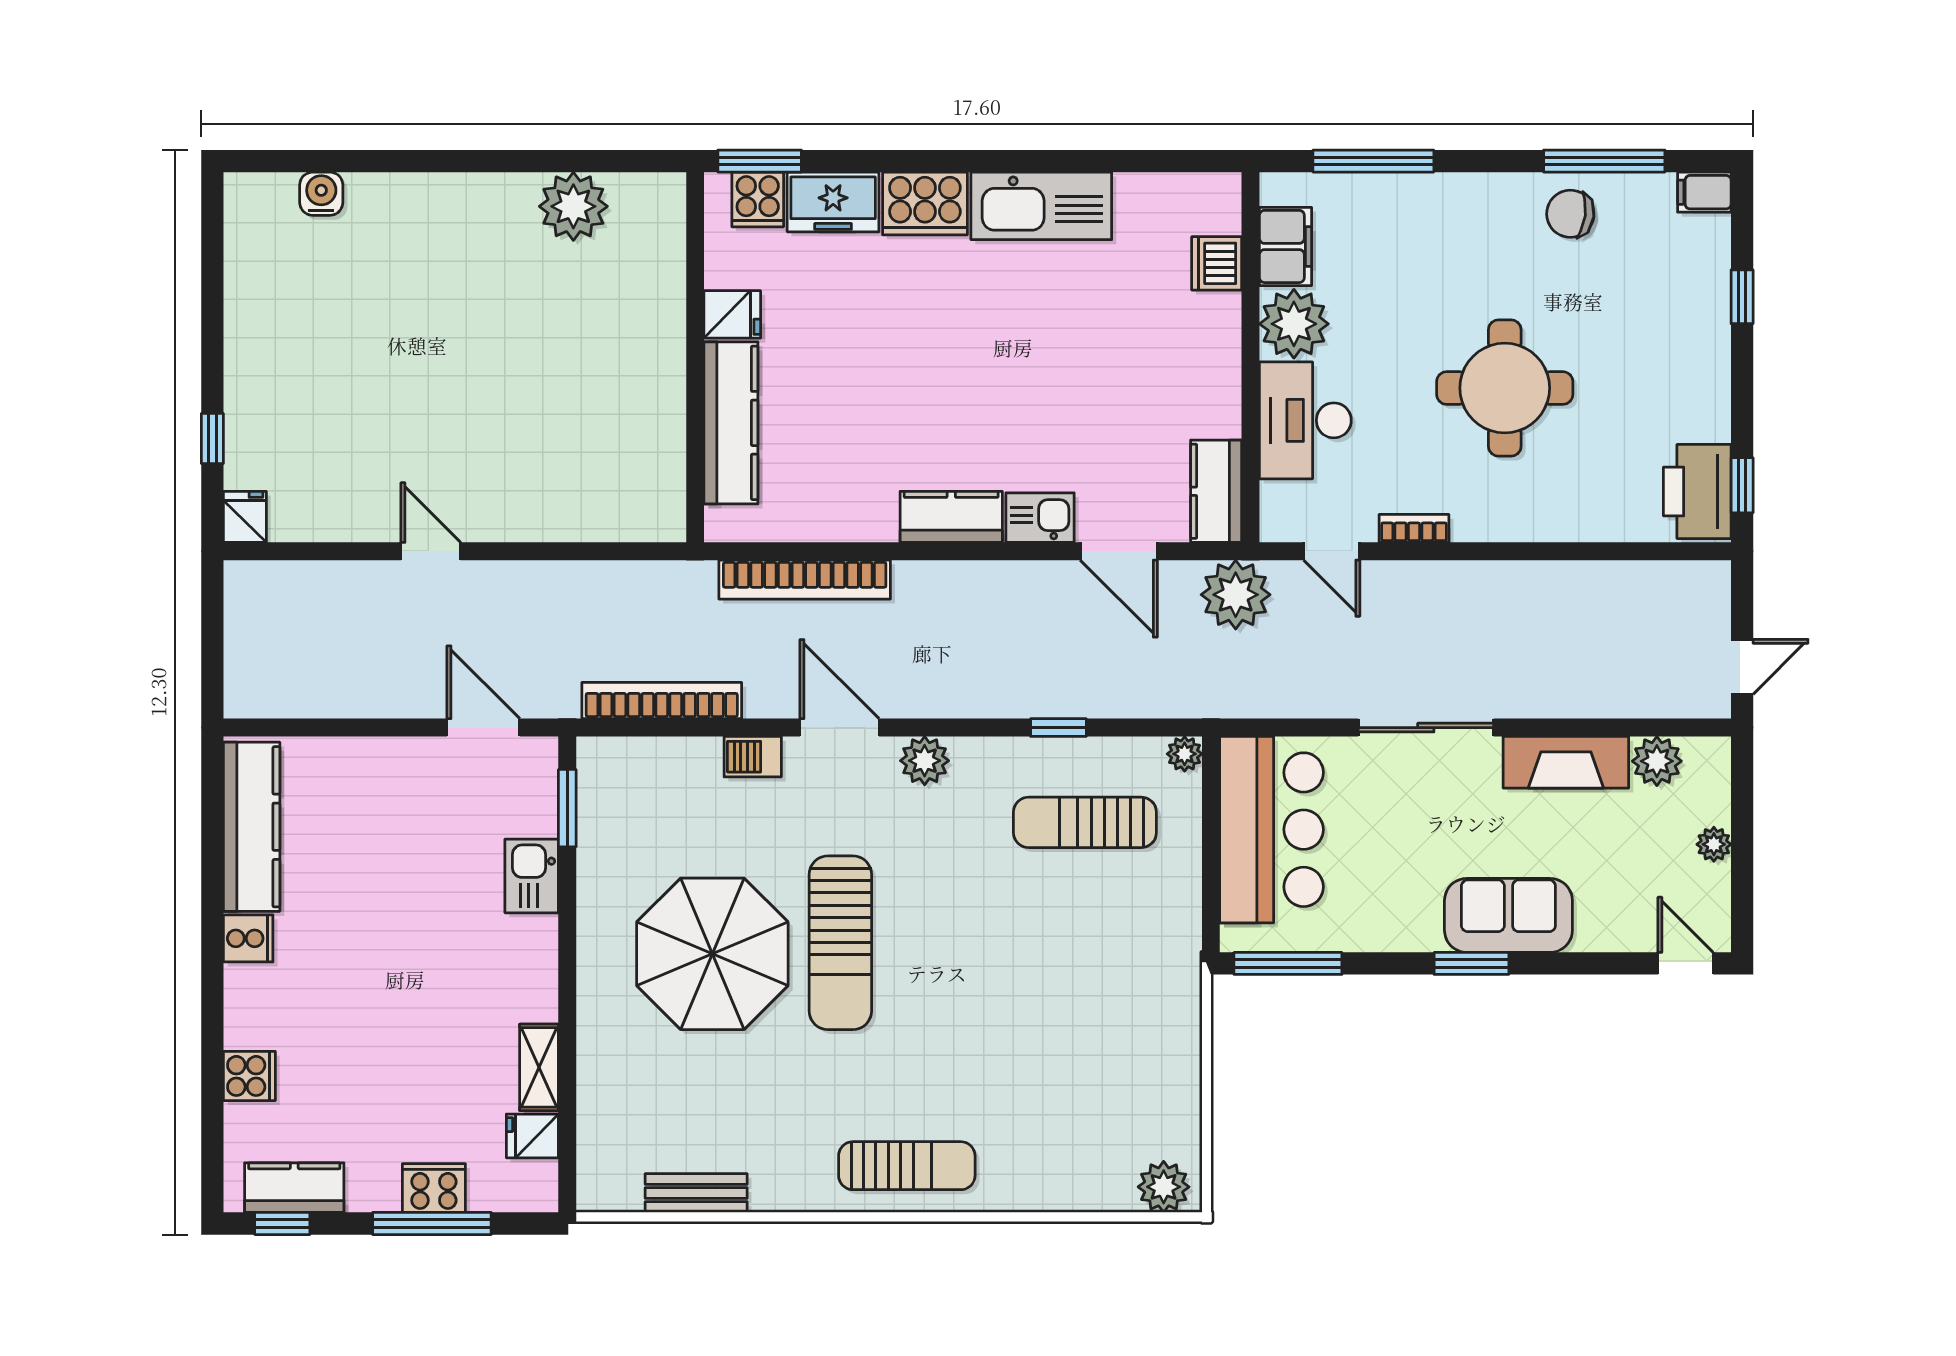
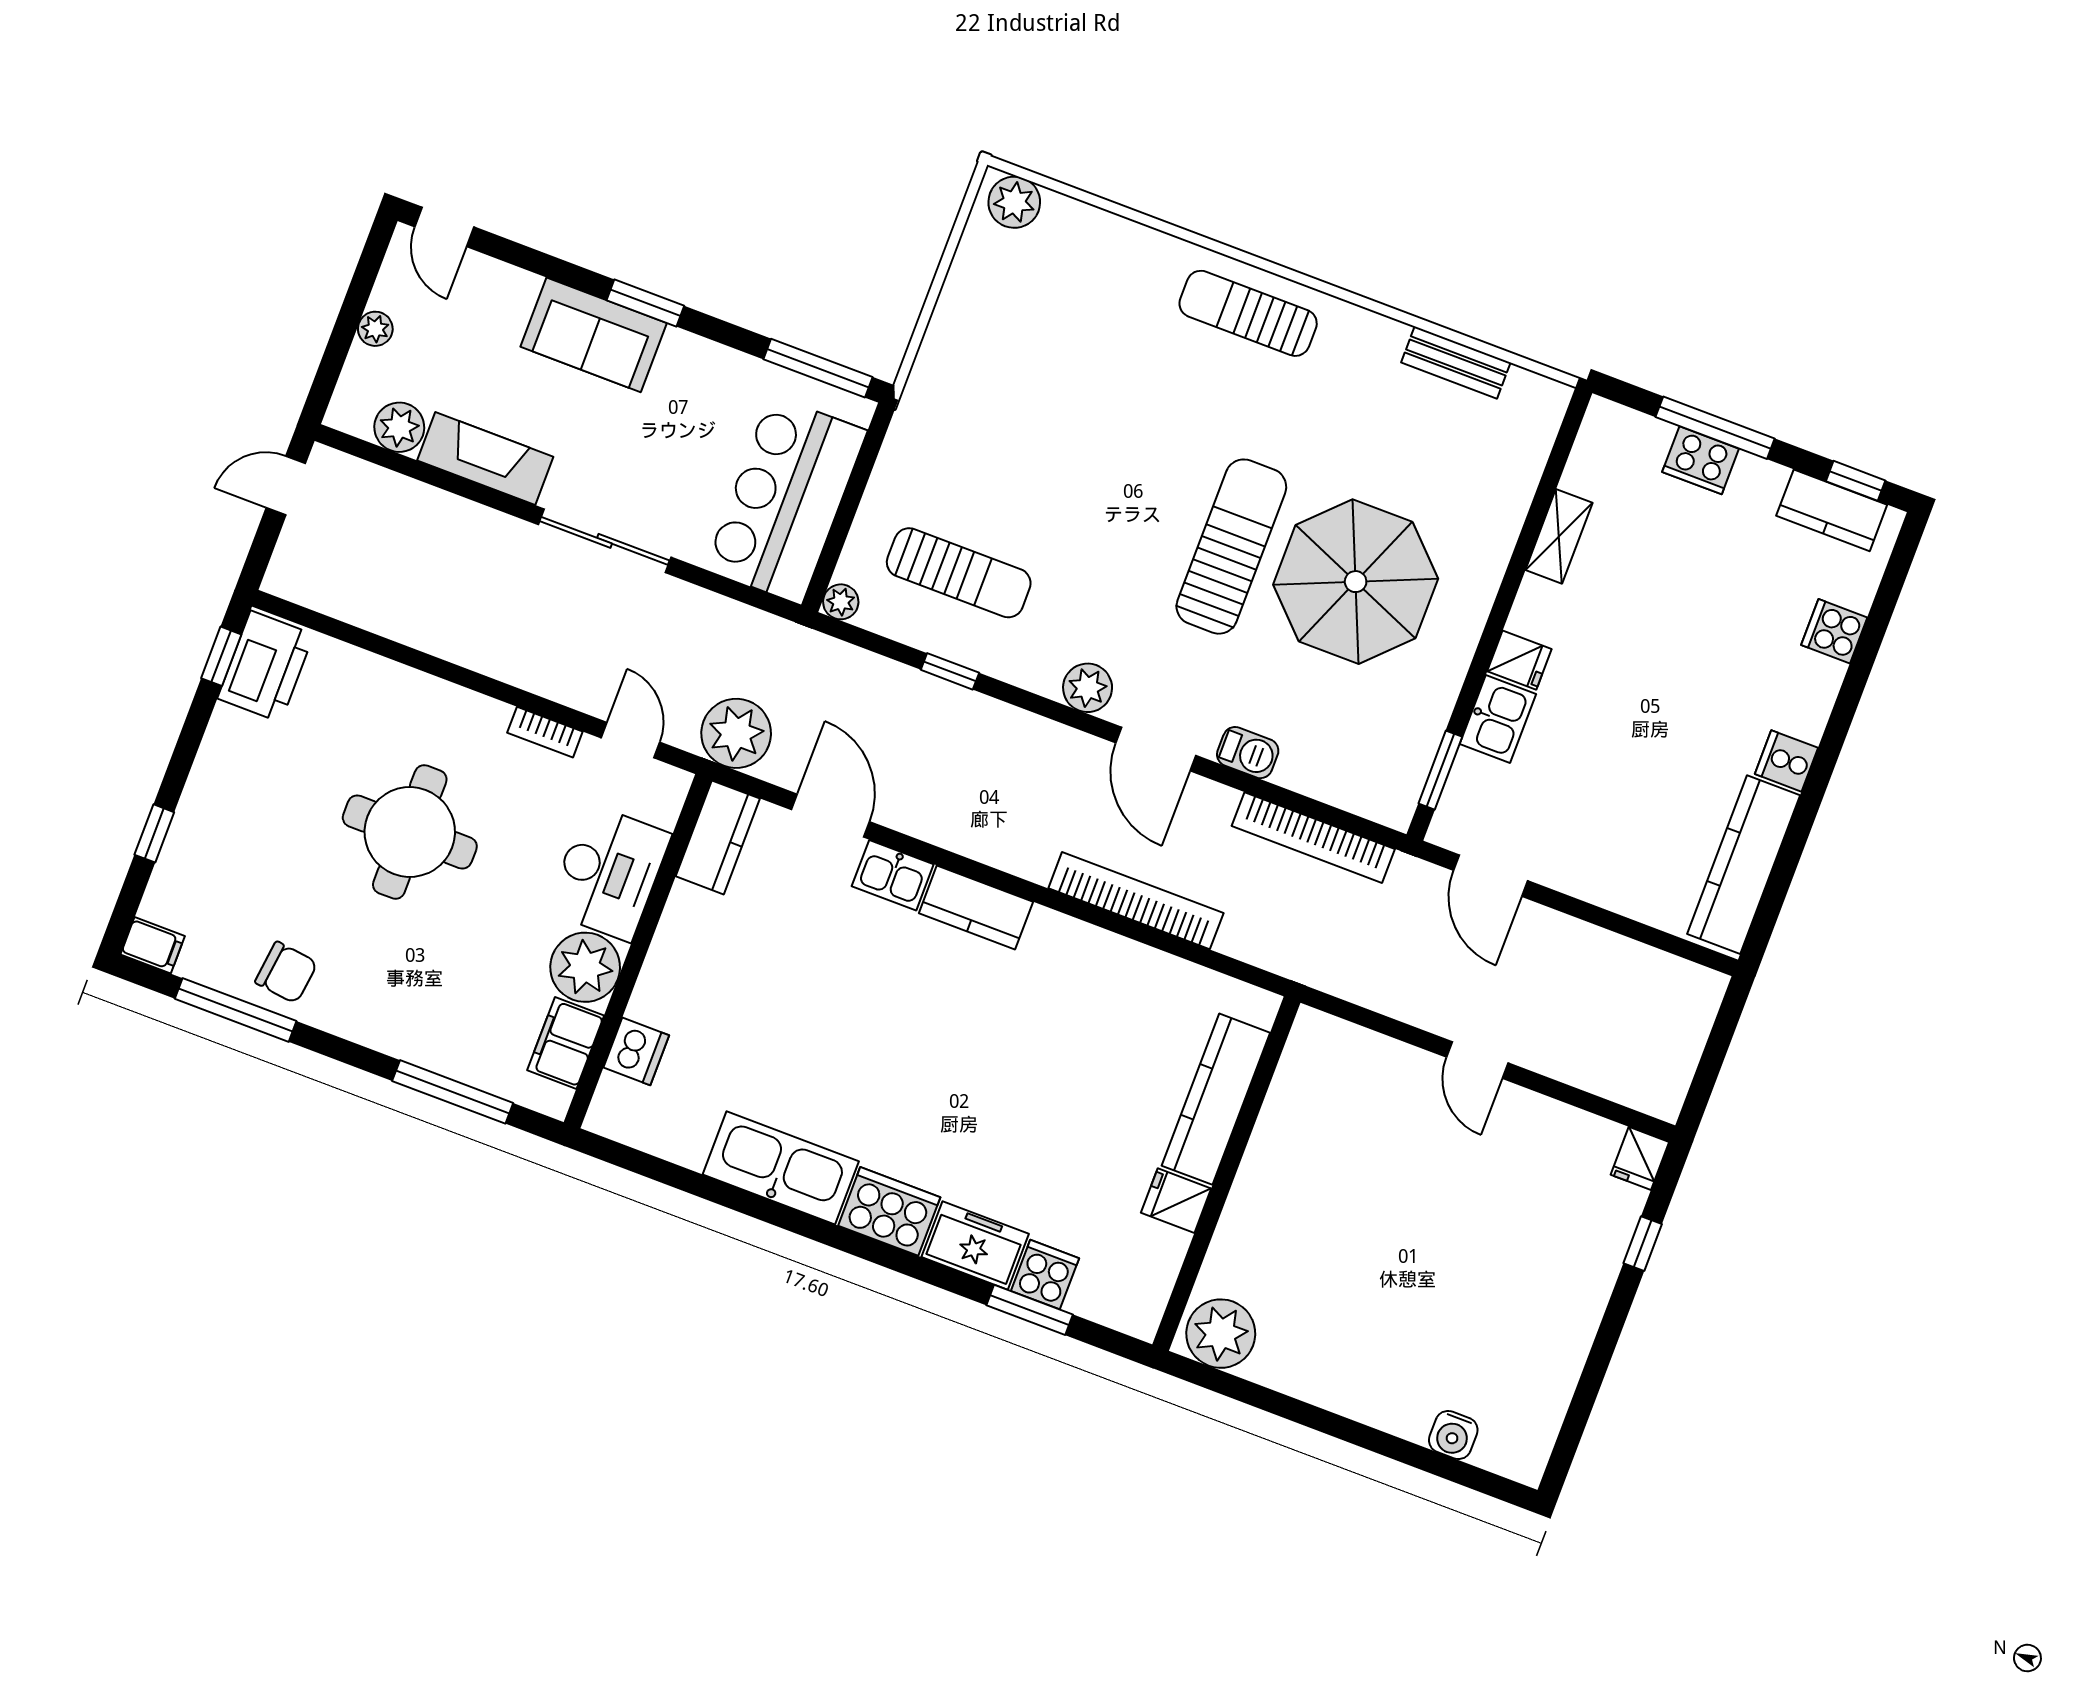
fridge: (732, 314) -> (1176, 1201), moved
wall: (695, 357) -> (1226, 1174), moved
kitchen counter: (731, 423) -> (1216, 1099), moved
fridge: (532, 1136) -> (1519, 660), moved

